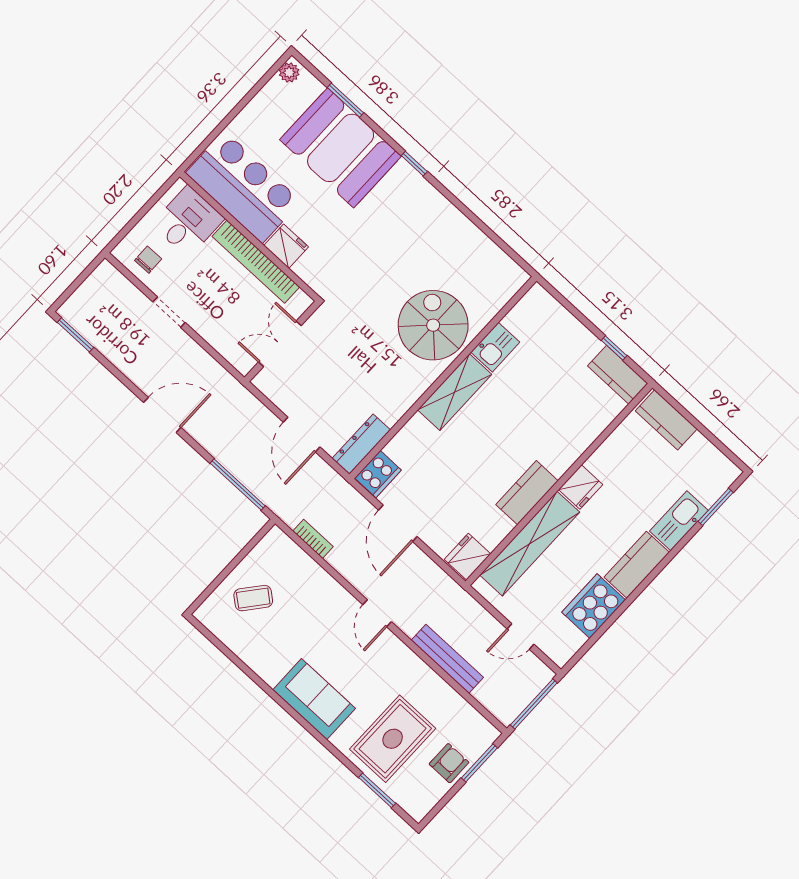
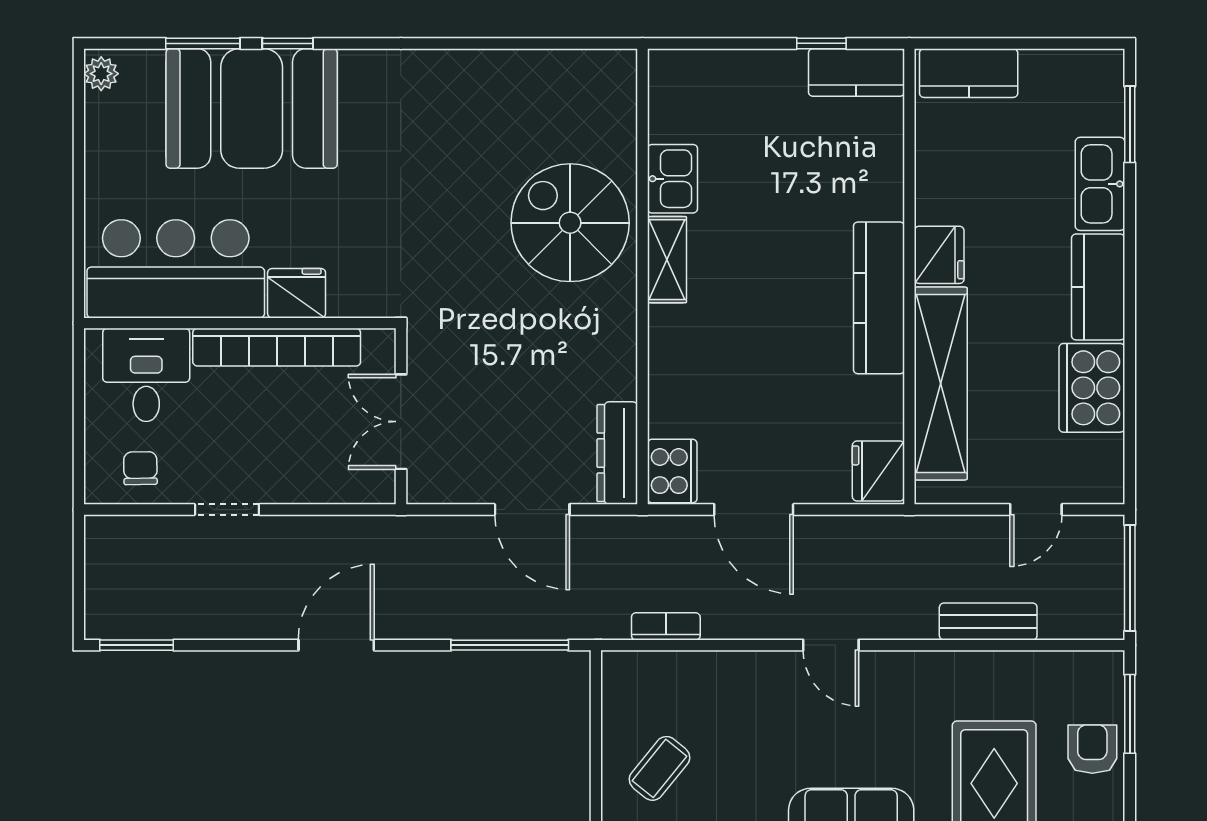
window: (414, 164) -> (288, 43), moved
shelving: (455, 392) -> (667, 260), width x0.67, depth x0.75
kitchen counter: (527, 493) -> (879, 298), width x1.50
bench: (447, 659) -> (988, 621), width x0.73

